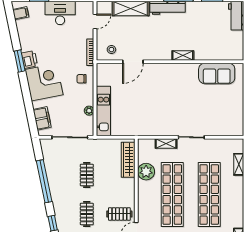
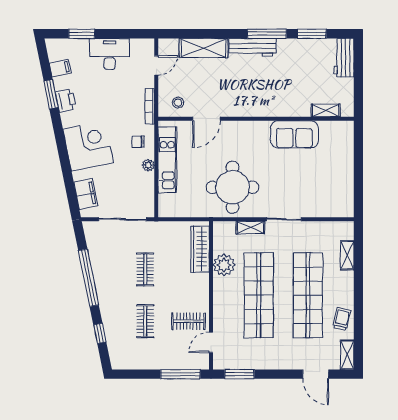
filing cabinet: (21, 13) -> (60, 68), moved
shelving: (183, 55) -> (326, 110), moved
printer: (30, 59) -> (66, 100), moved
window: (20, 61) -> (51, 94), moved
sofa: (217, 73) -> (294, 134), moved
plant: (89, 111) -> (148, 165), moved
kitchen unit: (103, 111) -> (167, 160), moved
round table: (153, 113) -> (233, 187), added
trolley: (235, 212) -> (342, 319), added

